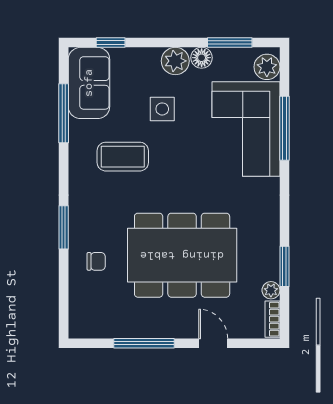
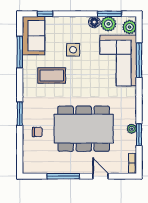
plant: (175, 61) -> (108, 24), moved
plant: (271, 290) -> (132, 129), moved

